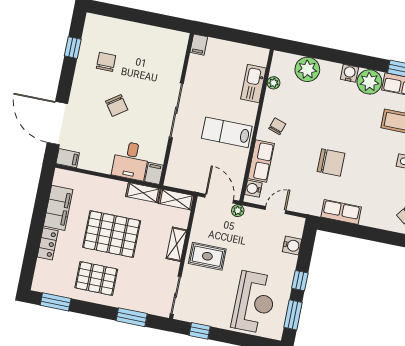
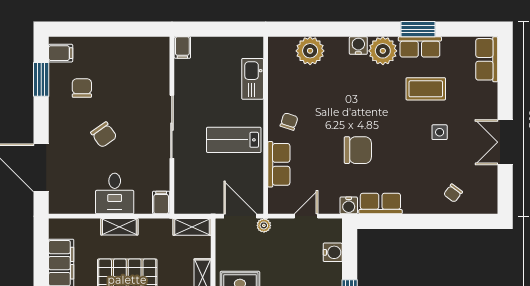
window: (73, 48) -> (41, 79), width x1.50
plant: (274, 83) -> (275, 74), removed
filing cabinet: (68, 158) -> (61, 53), moved
desk: (131, 161) -> (115, 193), moved
water cooler: (253, 189) -> (349, 205), moved, turned -90
shelving: (143, 193) -> (119, 227), moved

